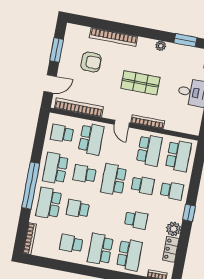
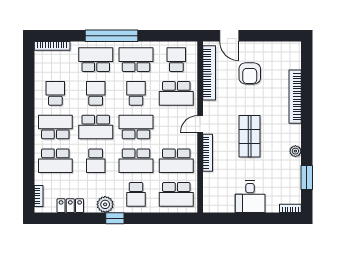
window: (57, 50) -> (268, 36), removed
armchair: (91, 62) -> (250, 73), moved
school desk: (143, 185) -> (136, 161), width x1.85
school desk: (107, 214) -> (96, 127), added
plant: (174, 229) -> (105, 204), moved

